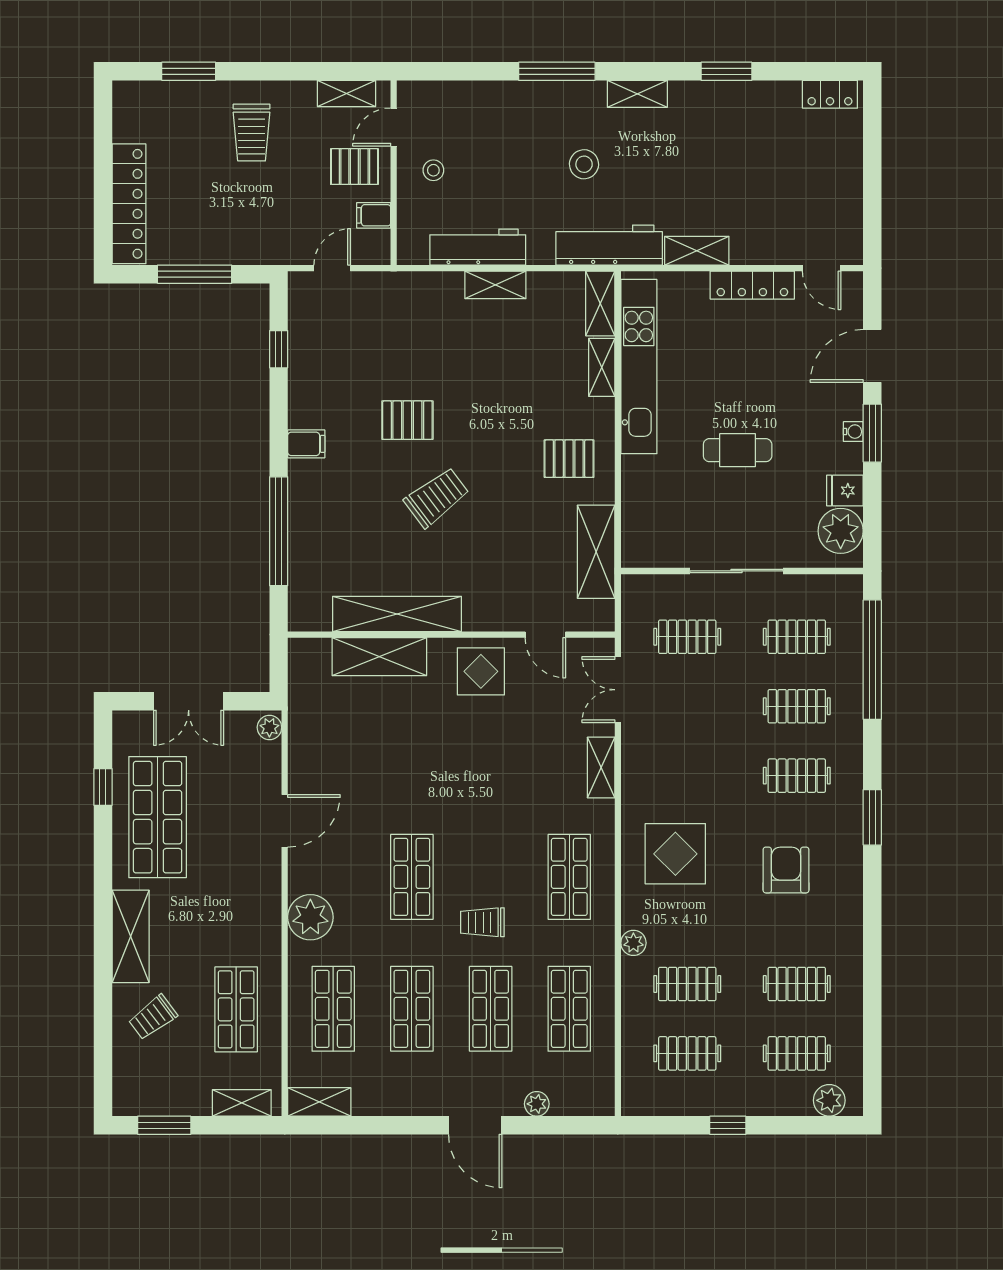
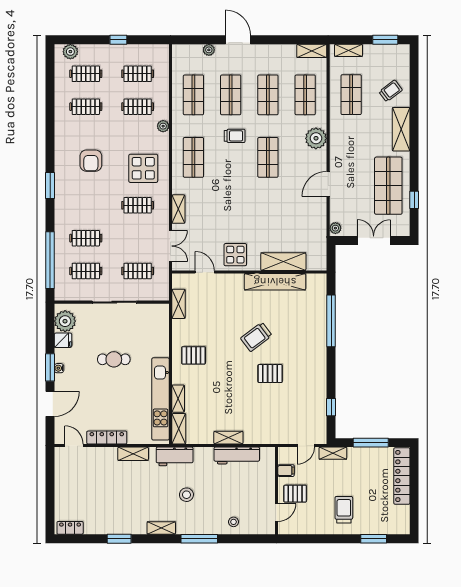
shelving: (347, 93) -> (333, 453), moved
stool: (433, 170) -> (234, 522), moved
workbench: (609, 245) -> (175, 456), width x0.73
filing cabinet: (306, 444) -> (318, 362), removed
shelving: (596, 552) -> (179, 304), width x0.67, depth x0.75
clothes rail: (797, 776) -> (138, 205), moved

